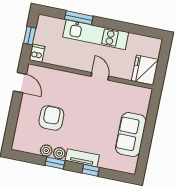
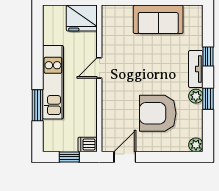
armchair: (51, 118) -> (158, 113), width x1.36, depth x1.36
plant: (46, 151) -> (196, 145), moved

